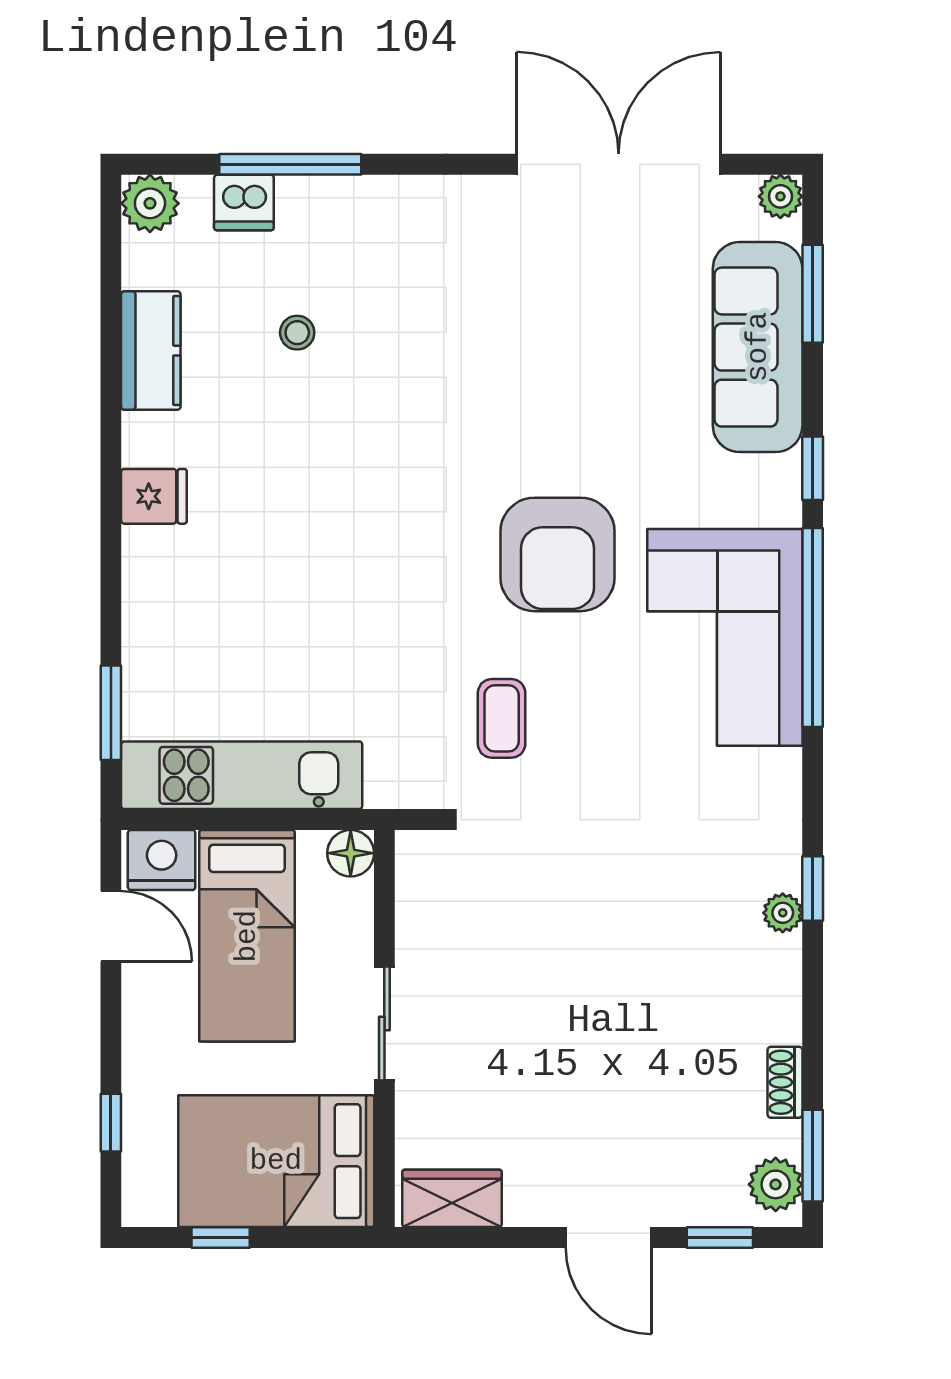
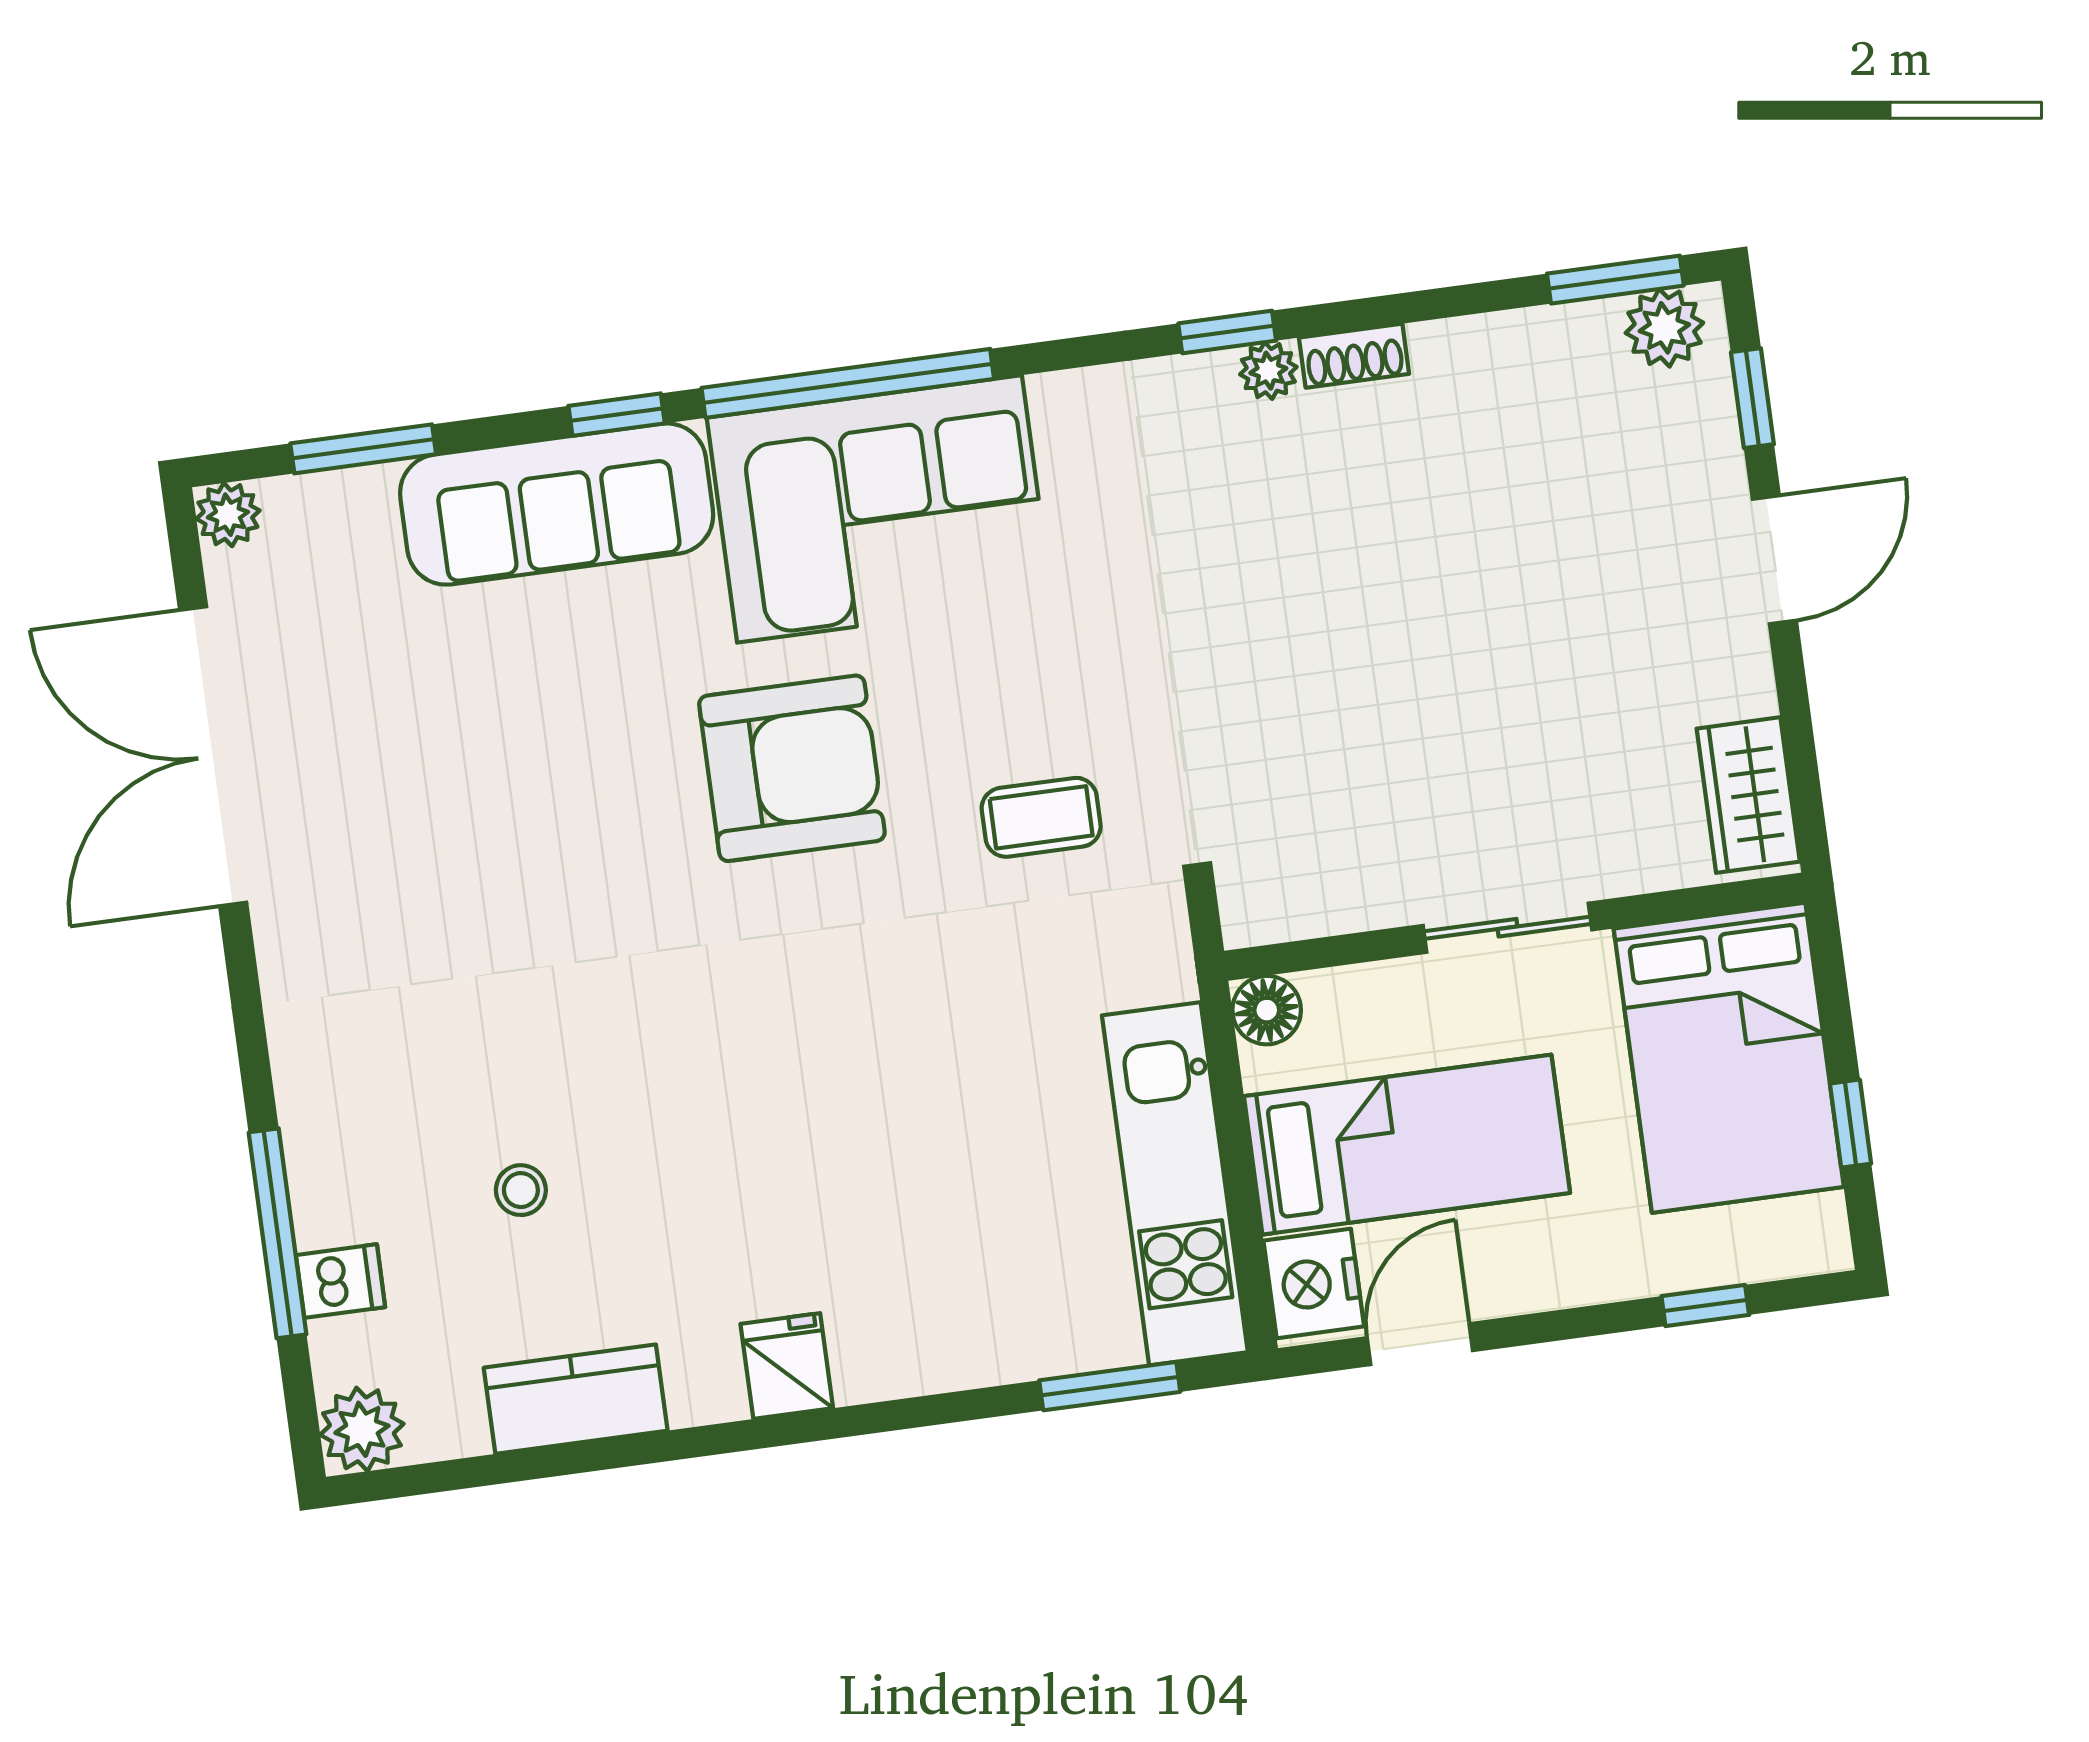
dishwasher: (244, 202) -> (341, 1281), width x0.73
sofa: (758, 347) -> (557, 504), moved
shoe rack: (785, 1082) -> (1354, 356), moved

